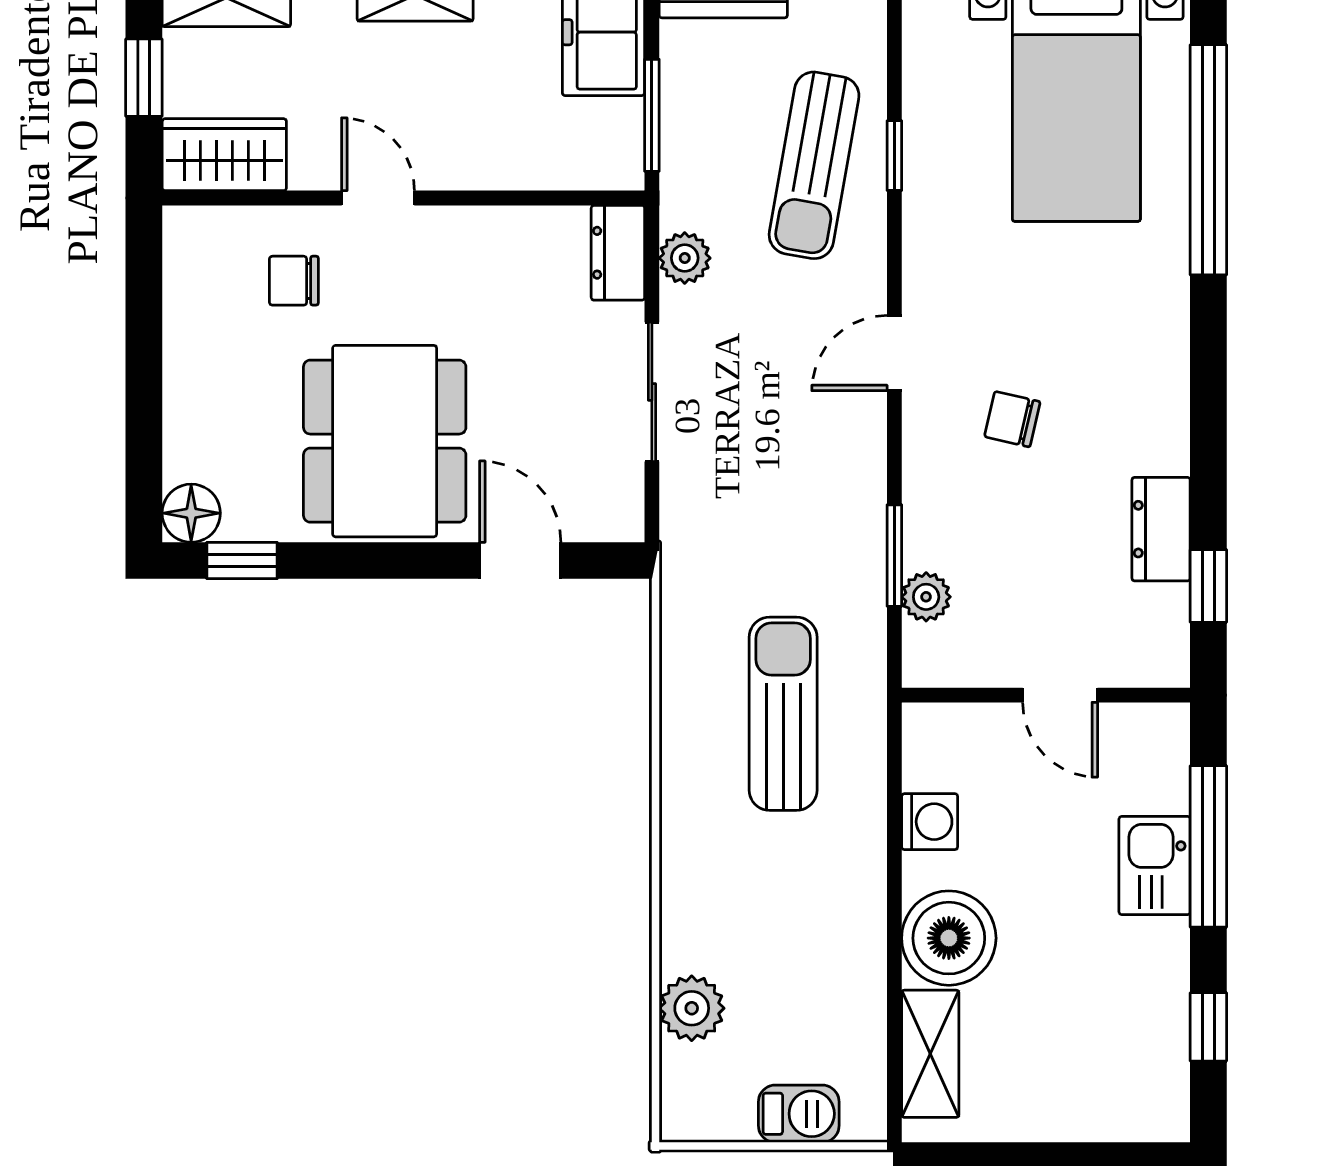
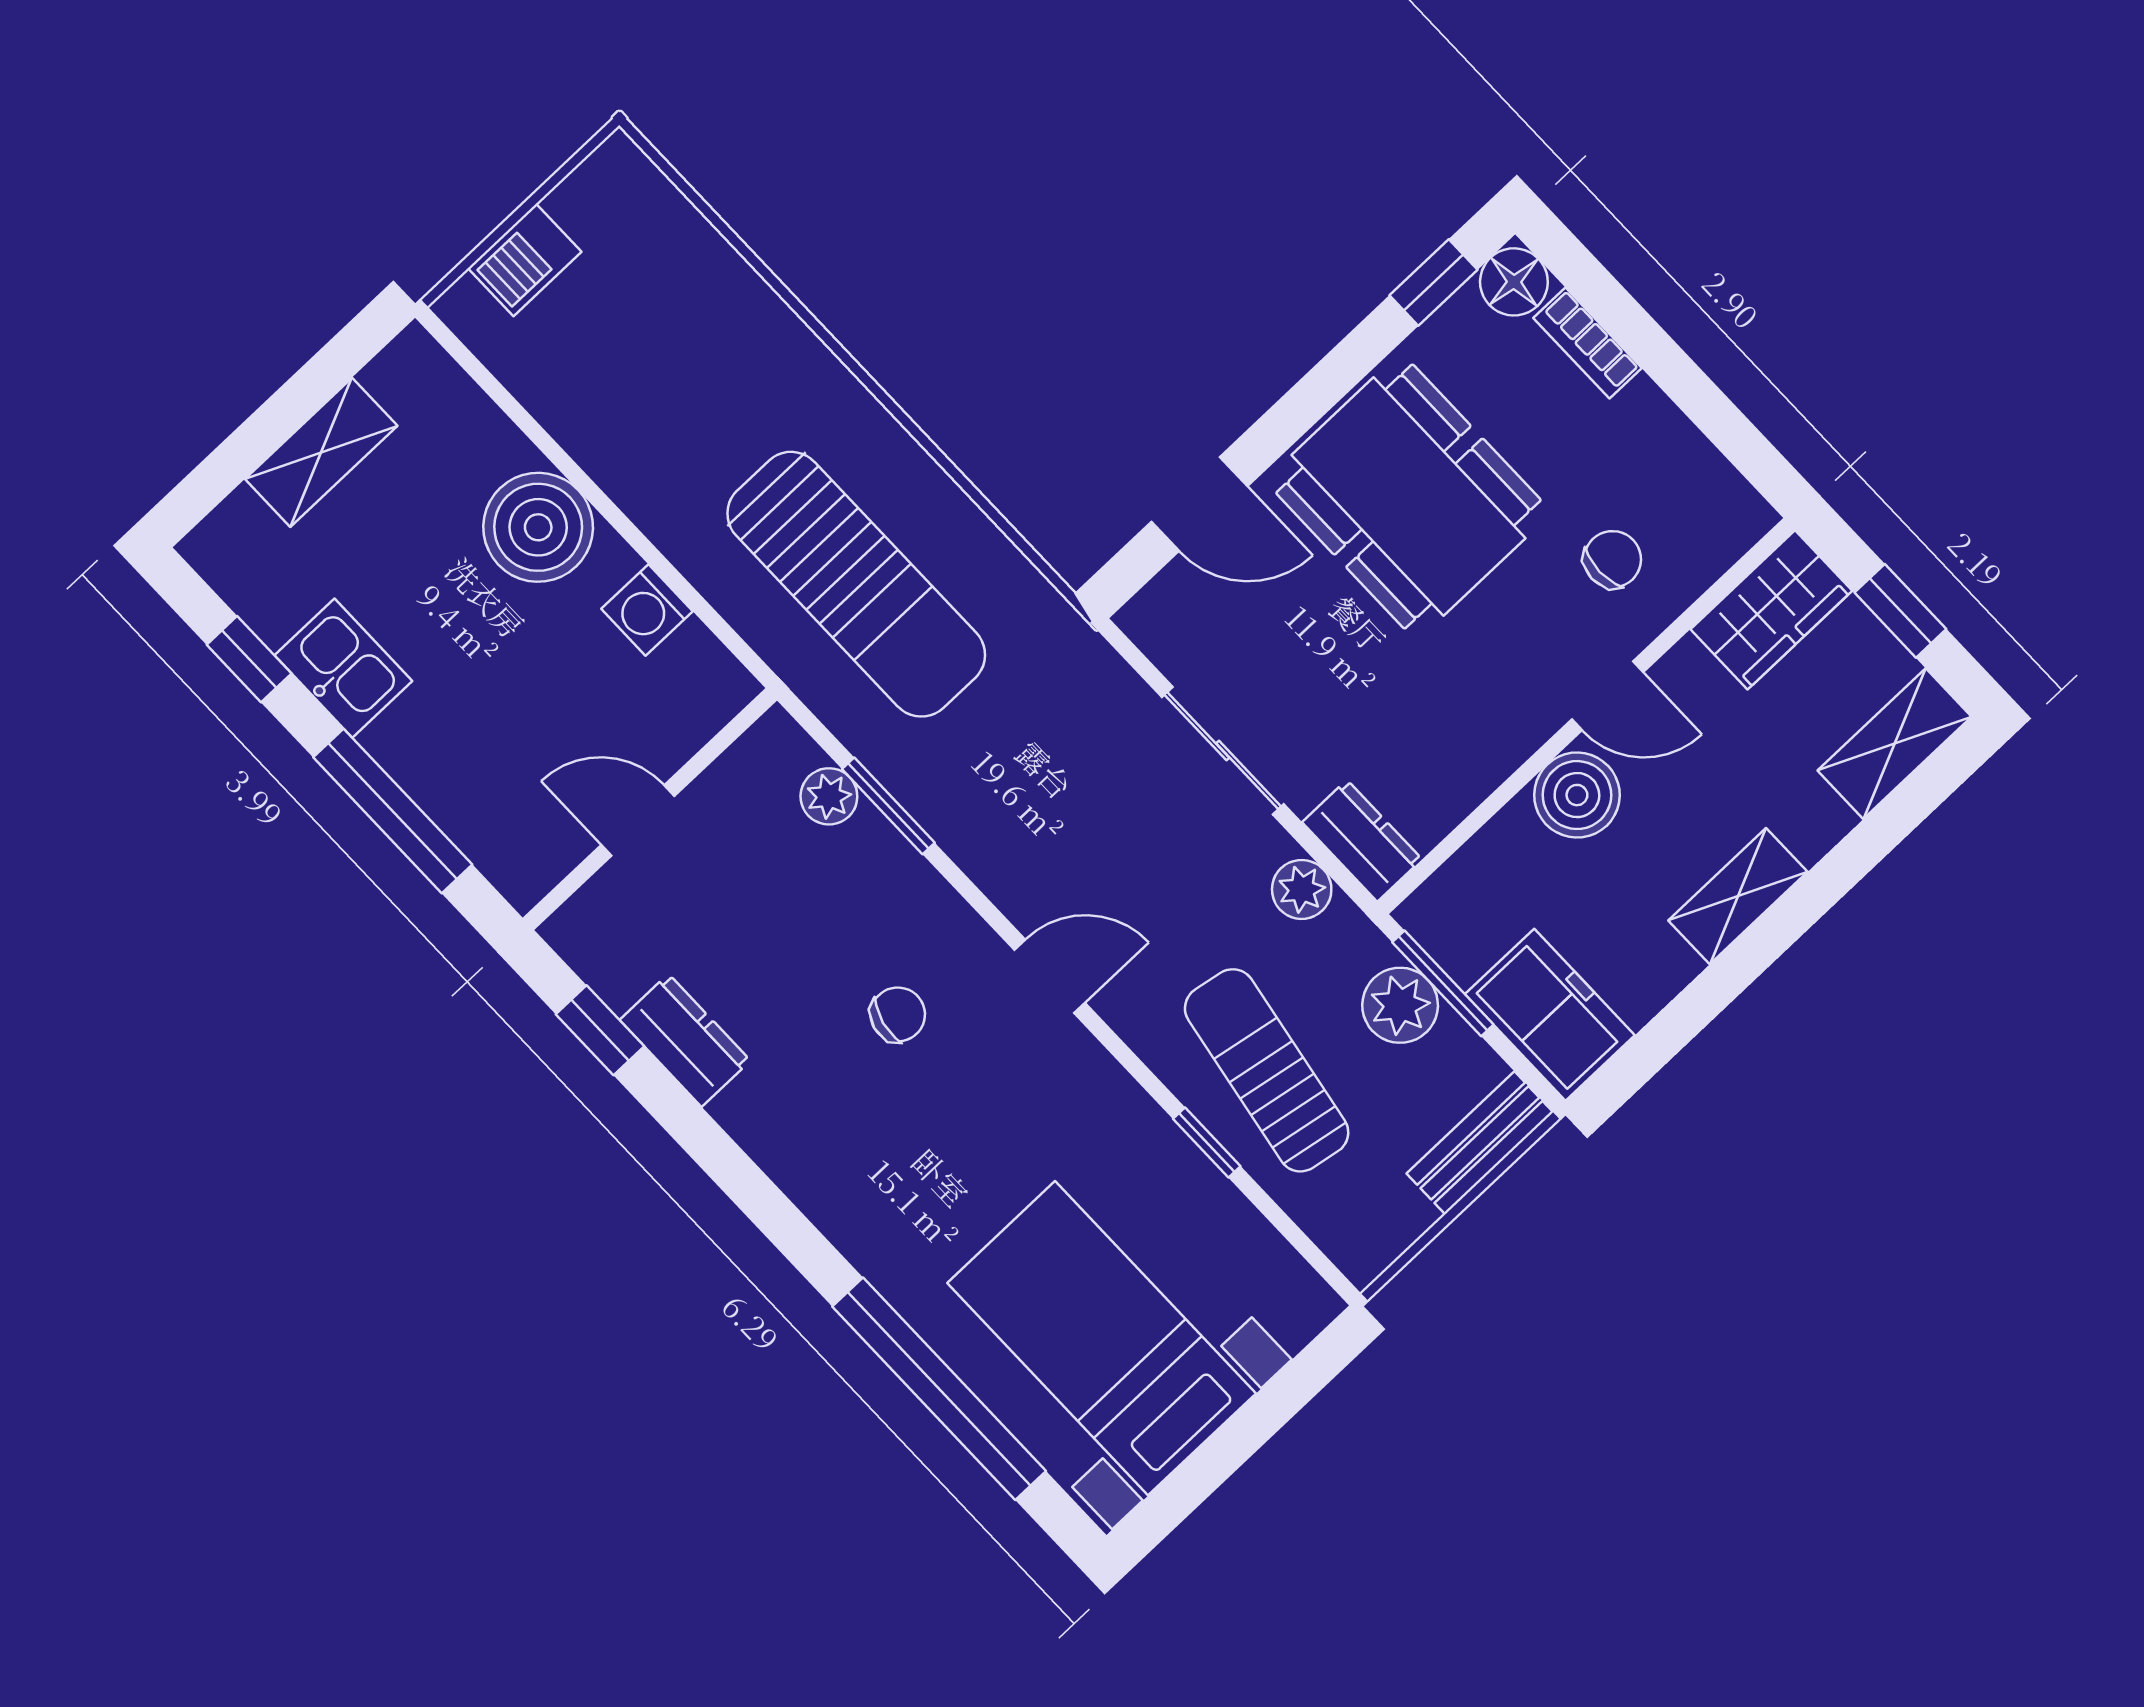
boiler: (456, 154) -> (1577, 795), added
door: (894, 353) -> (1050, 976), hinge flipped
bookcase: (181, 431) -> (1587, 343), added
sun lounger: (783, 714) -> (856, 584), width x1.36, depth x1.34
kitchen sink: (1155, 866) -> (343, 668), moved
plant: (692, 1008) -> (1400, 1005), moved
shelving: (930, 1054) -> (321, 452), moved, turned 90

